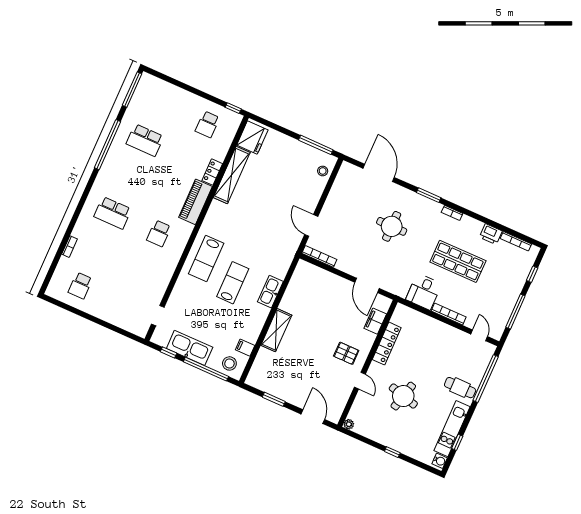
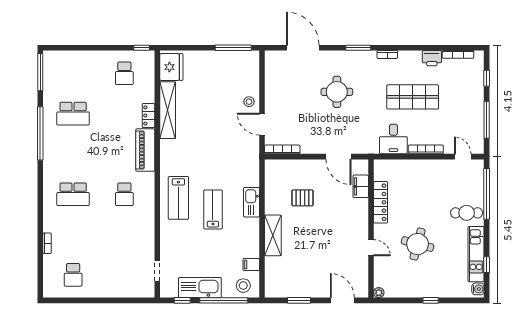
stool: (323, 171) -> (249, 102), moved
pallet: (346, 353) -> (302, 198), moved

